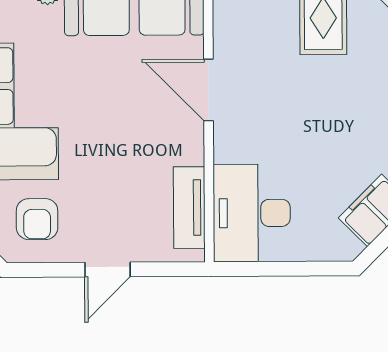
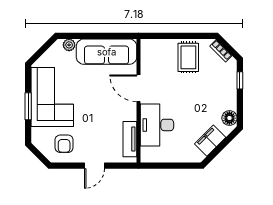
desk: (252, 213) -> (157, 125), moved

